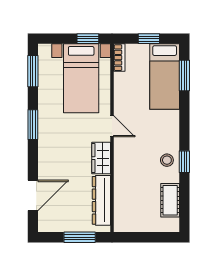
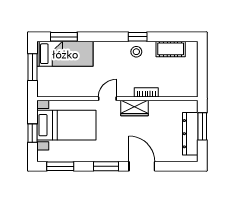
window: (88, 39) -> (32, 133), moved
window: (149, 39) -> (32, 67), width x1.50
bookcase: (119, 58) -> (146, 92), moved
door: (33, 195) -> (142, 166), moved
dresser: (101, 200) -> (190, 134), moved, turned 90

